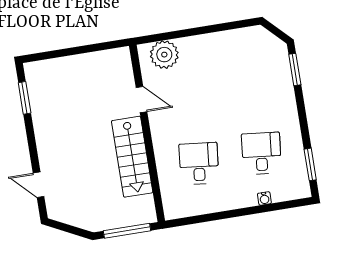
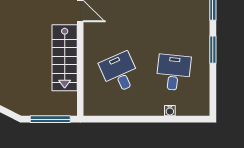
desk: (199, 163) -> (120, 72), turned -30
window: (310, 164) -> (213, 50), moved

